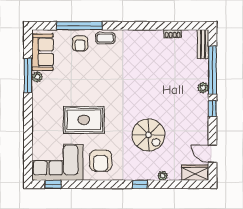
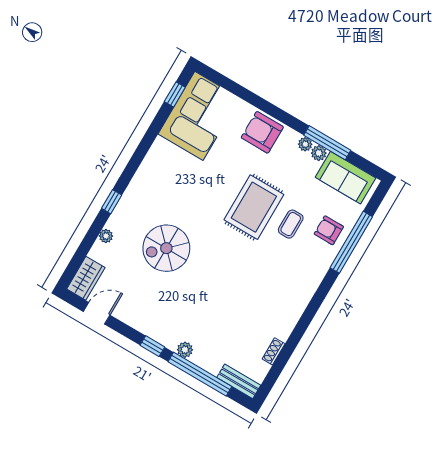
coffee table: (105, 38) -> (291, 224), moved
plant: (37, 88) -> (305, 144), added
rug: (84, 120) -> (254, 207), moved
armchair: (101, 161) -> (262, 132), moved

